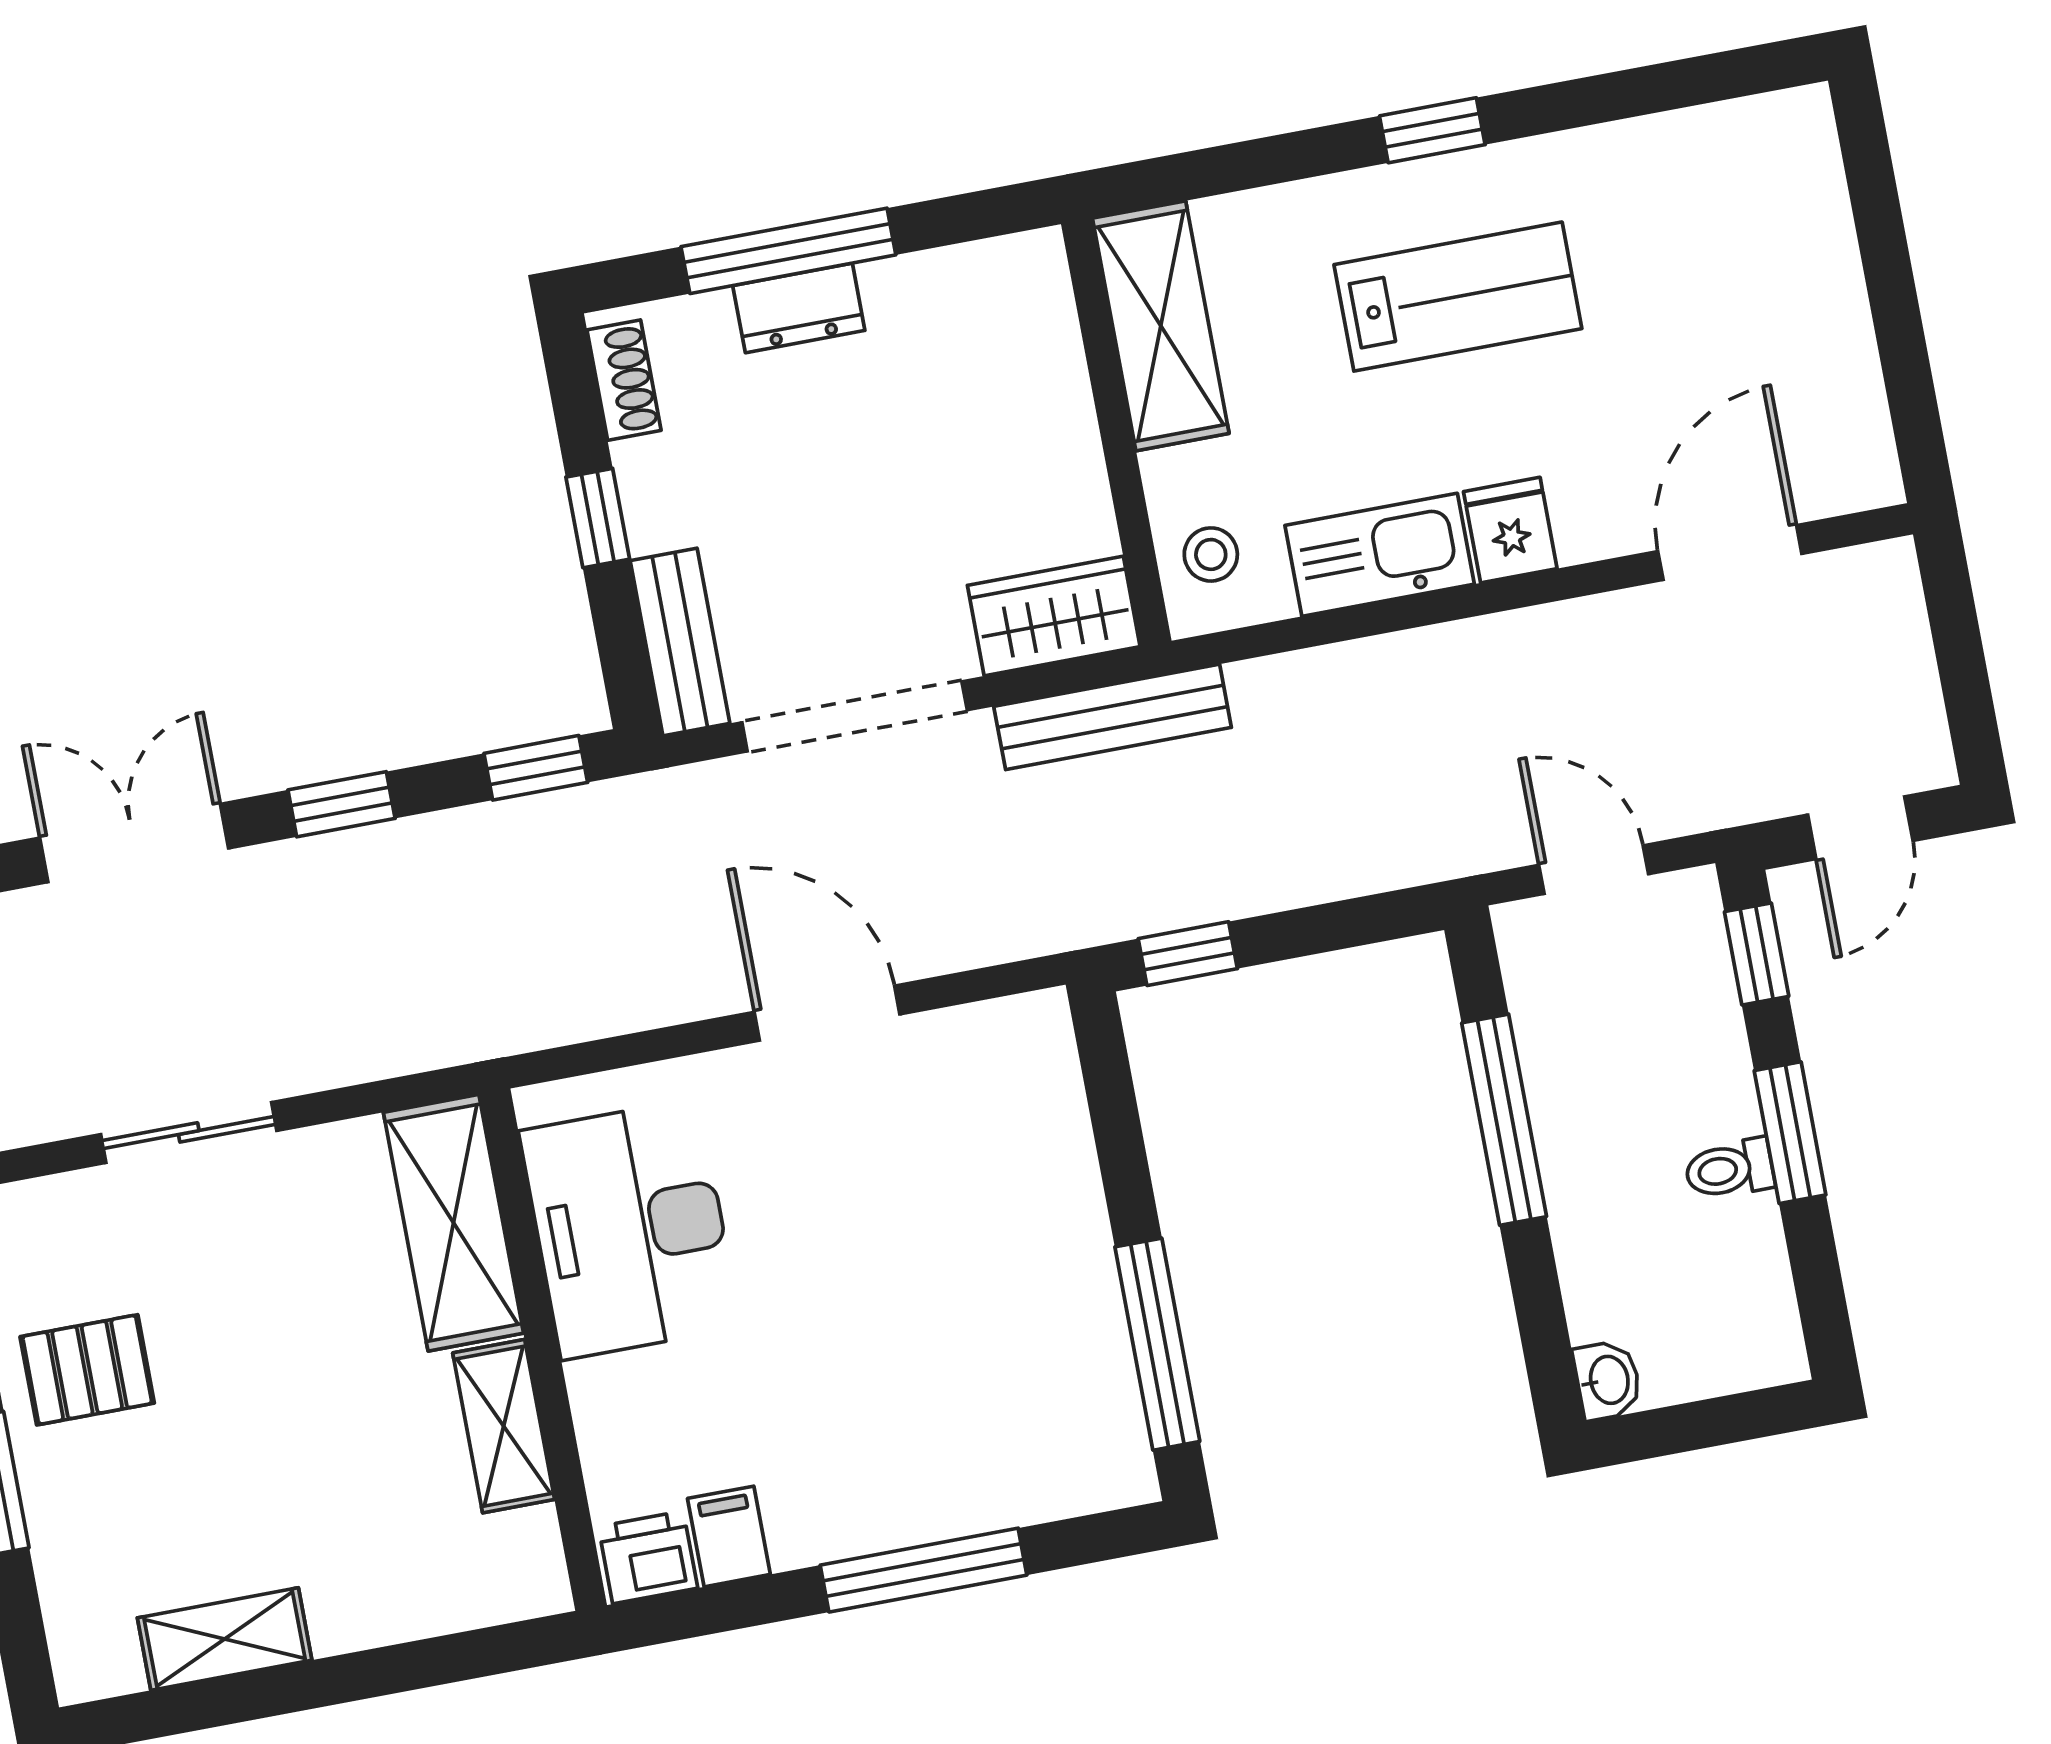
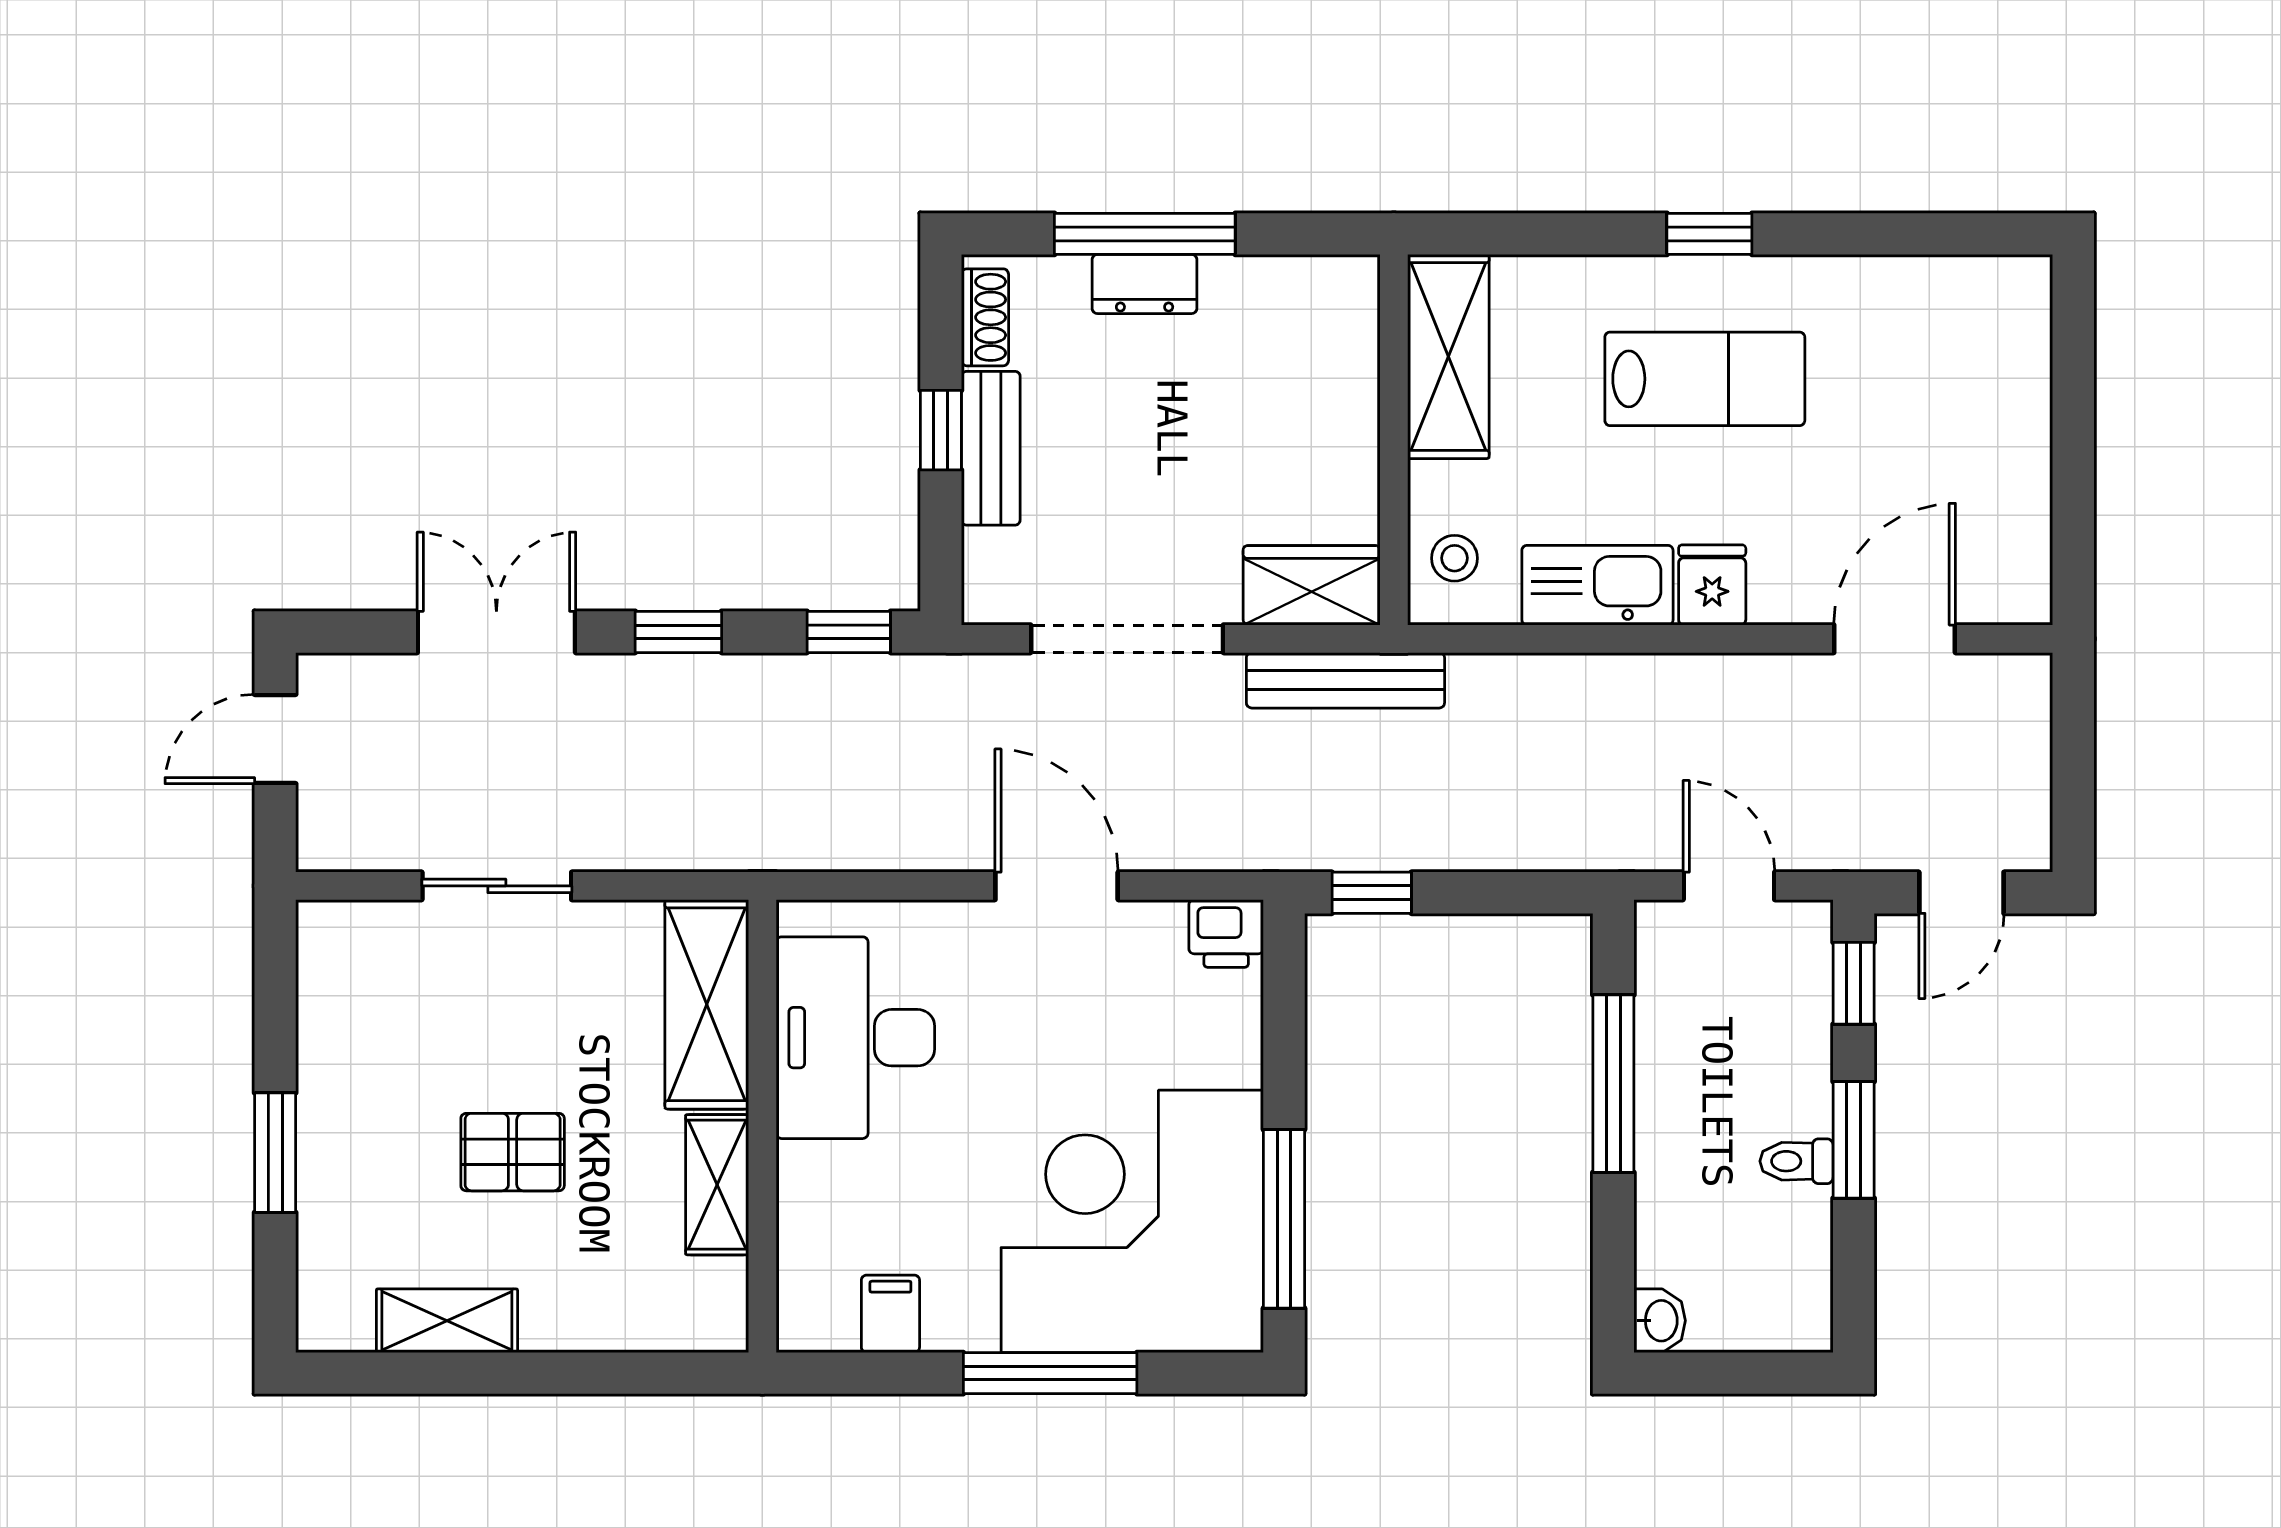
bench: (680, 642) -> (991, 448), moved
pallet: (87, 1370) -> (513, 1152), moved
corner desk: (985, 1379) -> (1132, 1221), added
printer: (648, 1557) -> (1226, 933), moved, turned 180

